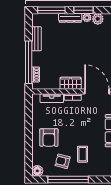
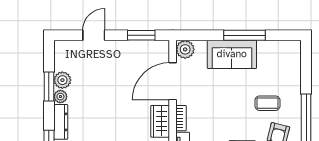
window: (84, 10) -> (49, 86), moved

